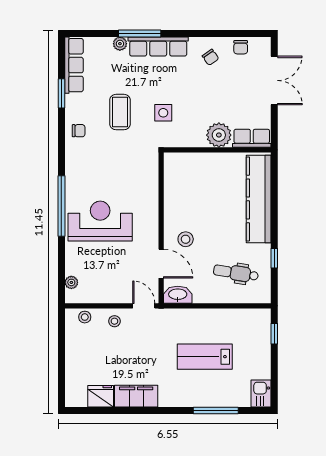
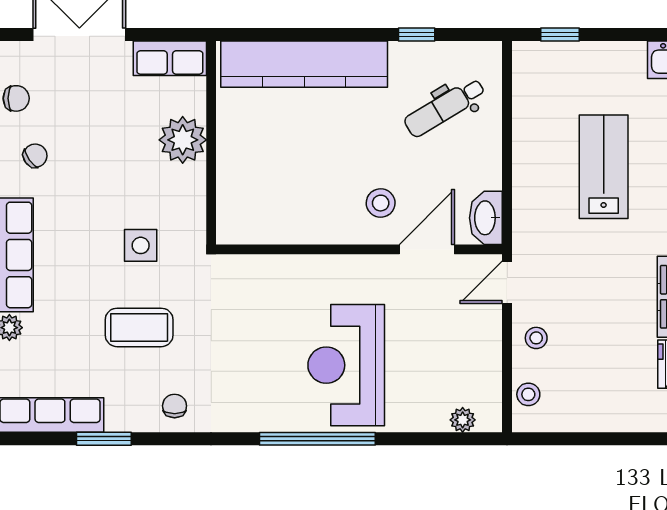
row of seats: (252, 138) -> (170, 58), moved, turned -90
dental chair: (236, 273) -> (445, 107), turned 50
lab bench: (205, 357) -> (604, 167), turned 180

